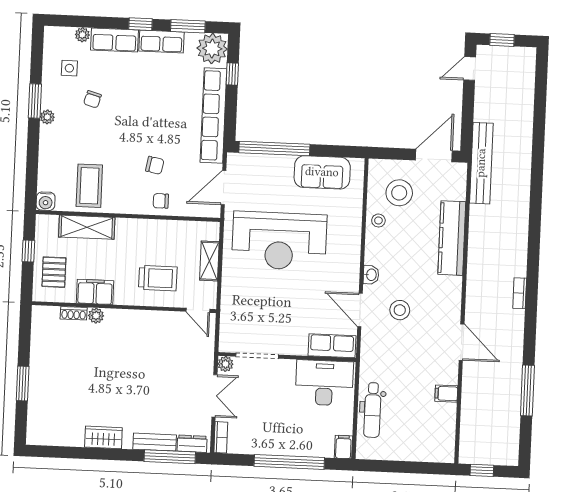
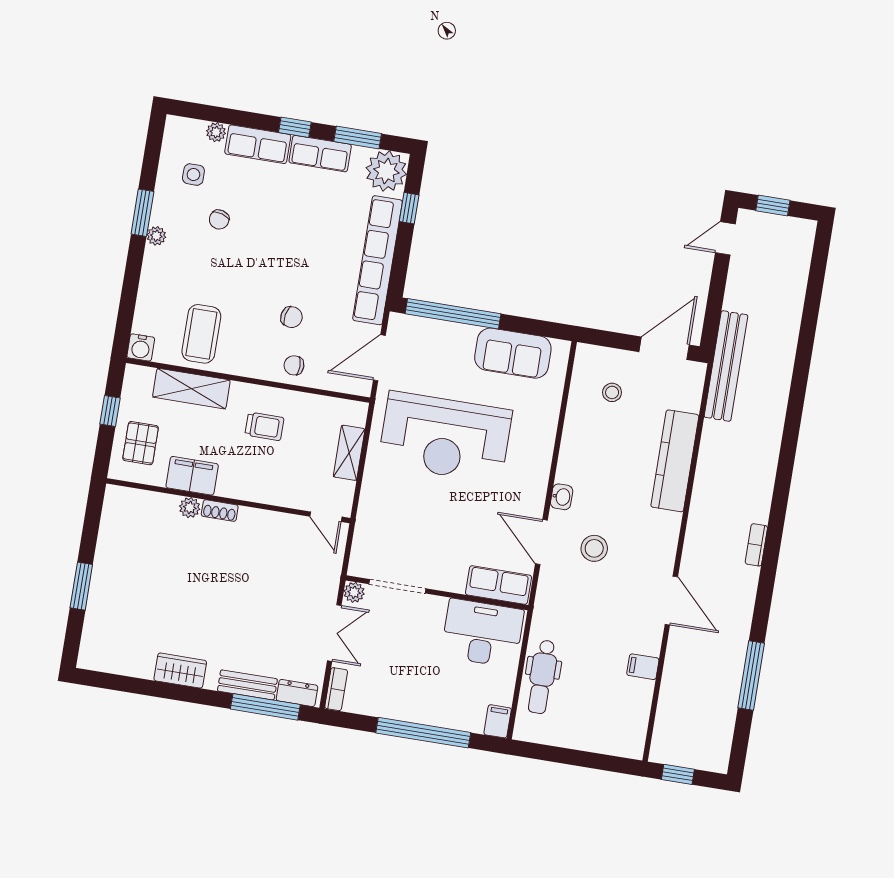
stool: (399, 193) -> (612, 392), width x0.53, depth x0.53
stool: (378, 221) -> (580, 426), removed
trolley: (158, 278) -> (264, 426), moved, width x0.73, depth x0.72
shoe rack: (74, 313) -> (220, 511), moved

